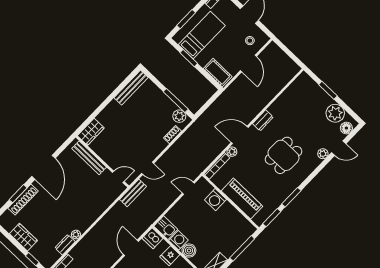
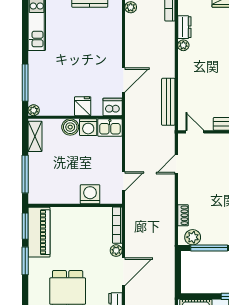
door: (118, 177) -> (195, 132), swing flipped
bench: (133, 193) -> (168, 102), moved, width x1.36
piano: (242, 199) -> (39, 232), moved, turned -90
door: (131, 248) -> (124, 80), hinge flipped

